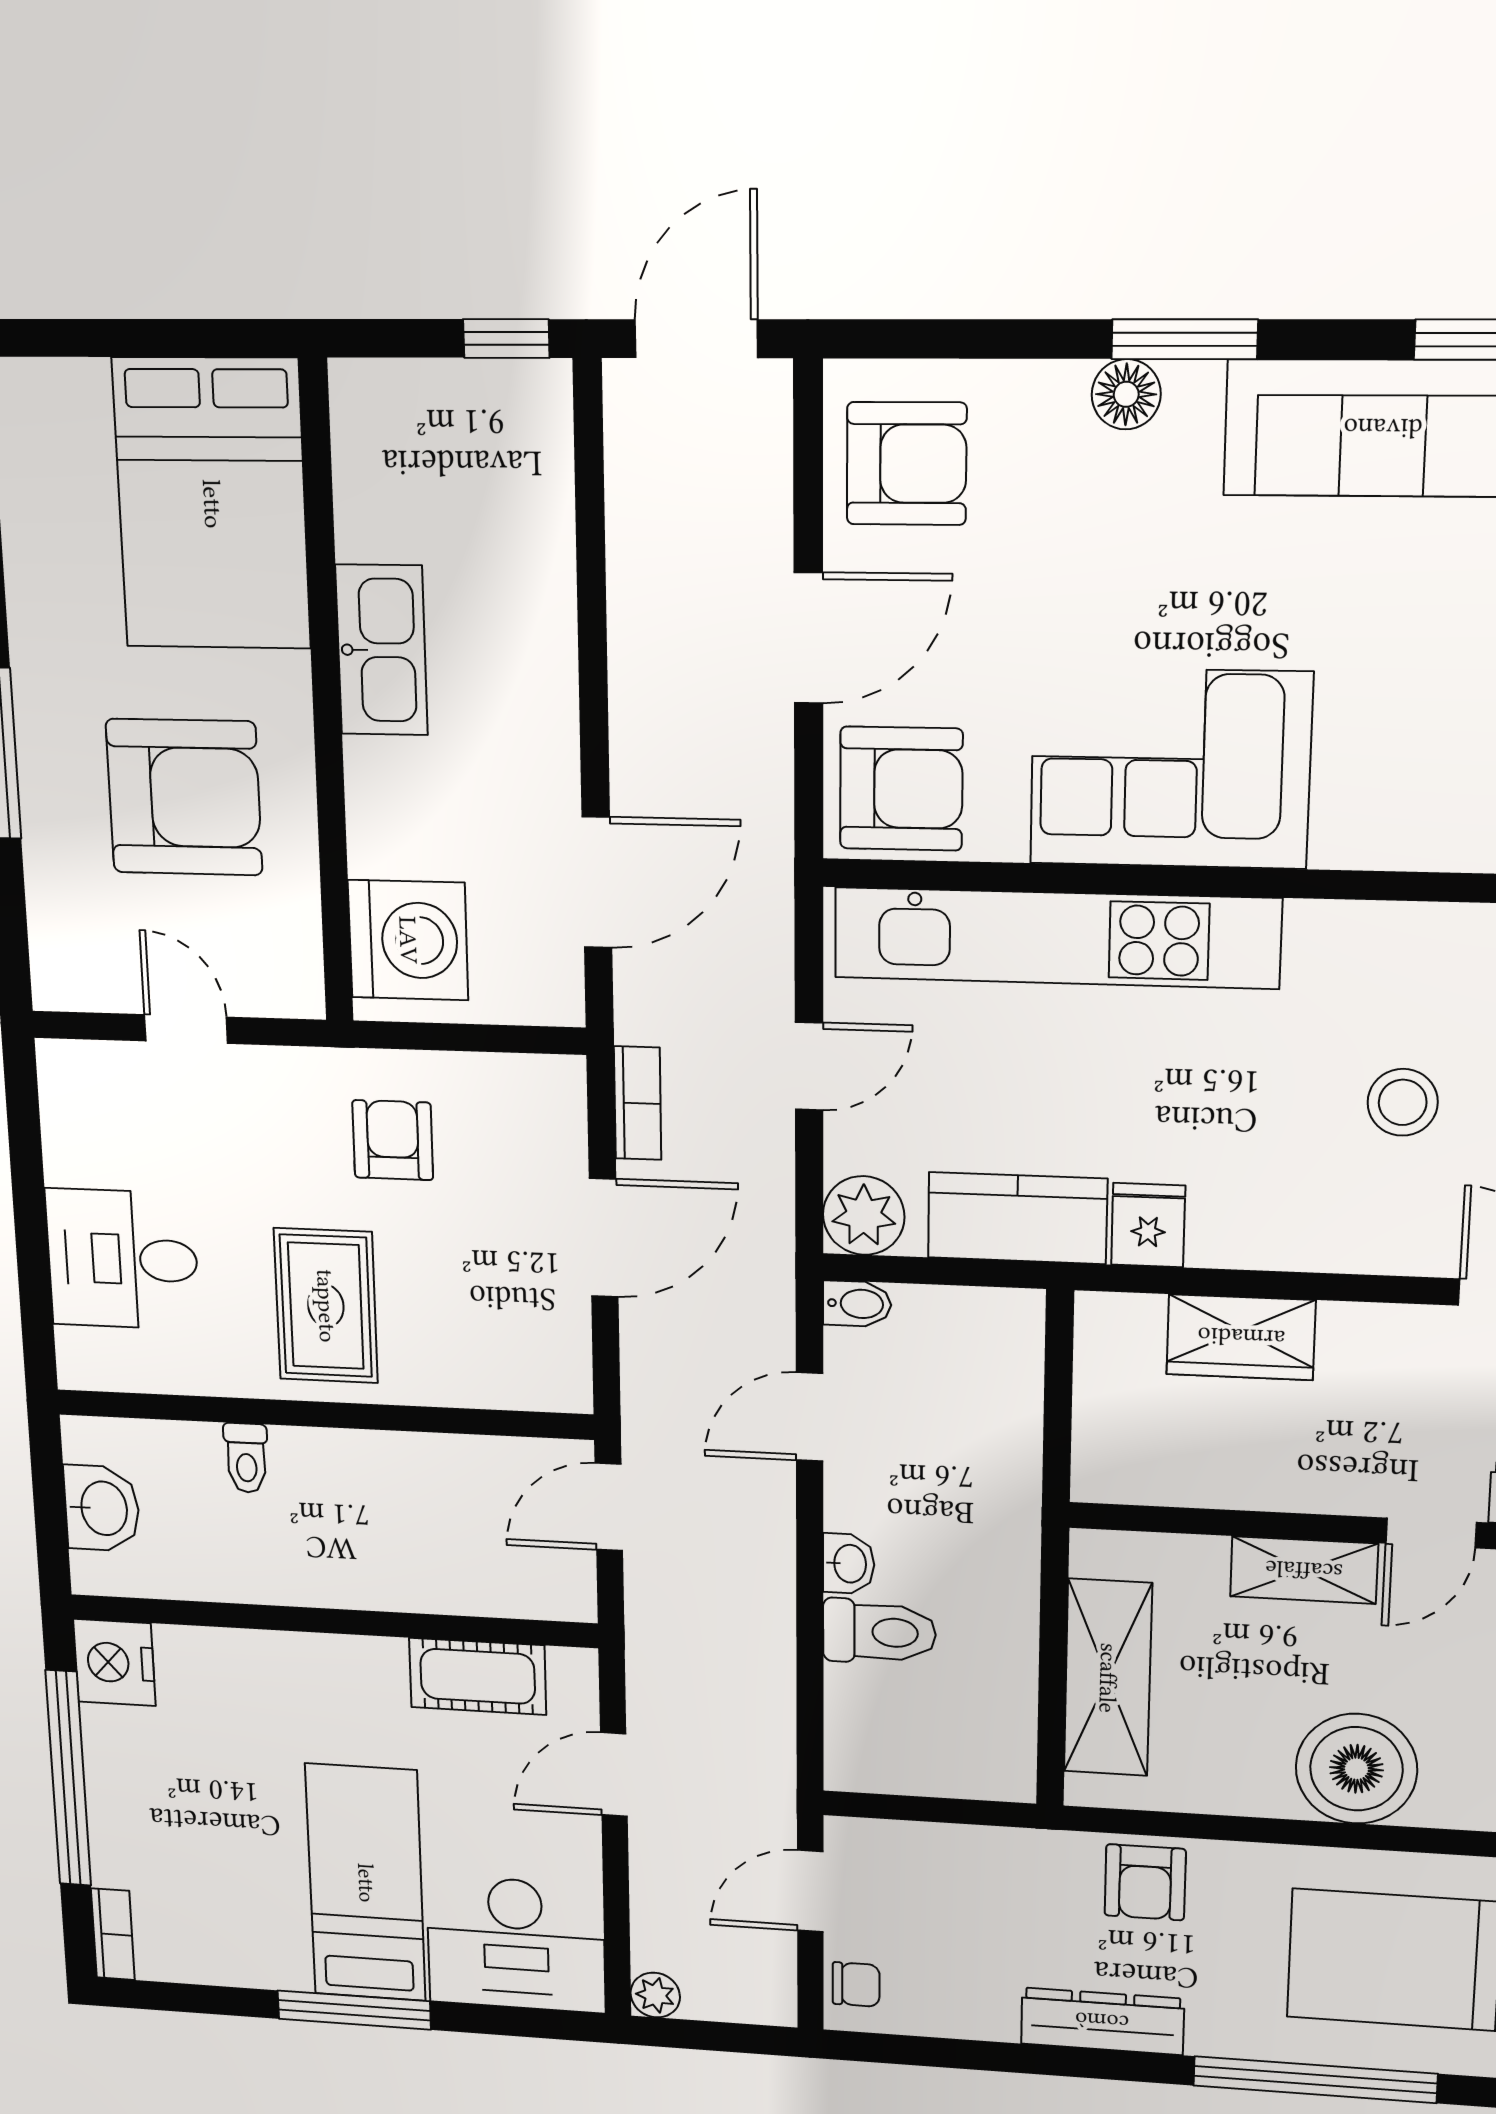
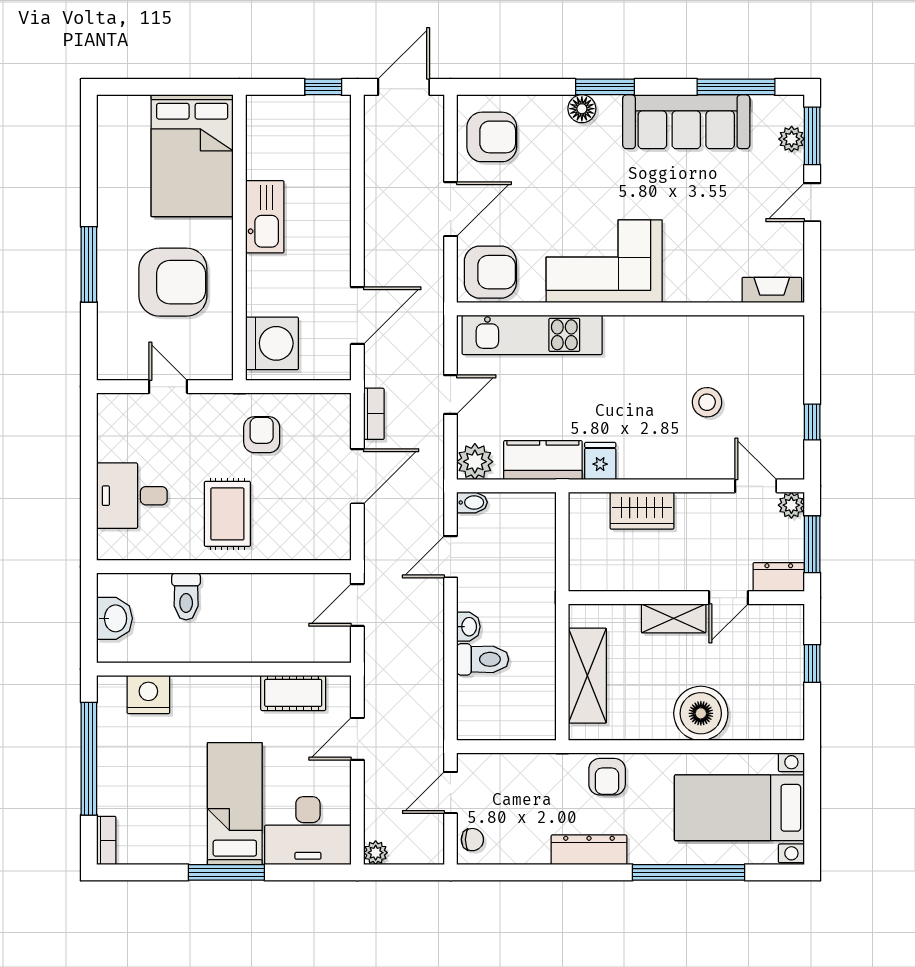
kitchen unit: (1056, 938) -> (532, 335), width x0.73
toilet: (246, 1458) -> (186, 596), width x1.37, depth x1.39
nightstand: (114, 1662) -> (148, 694), moved, turned 90

